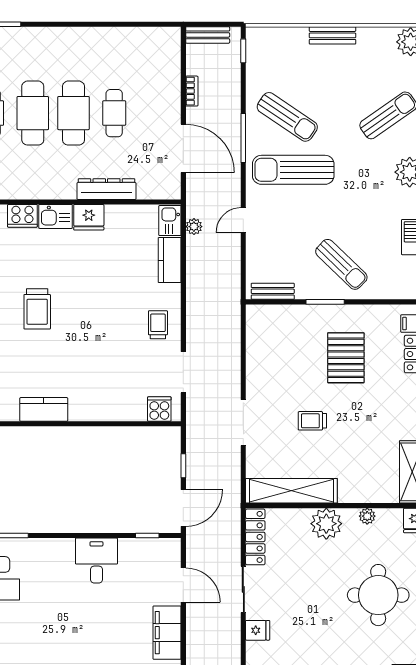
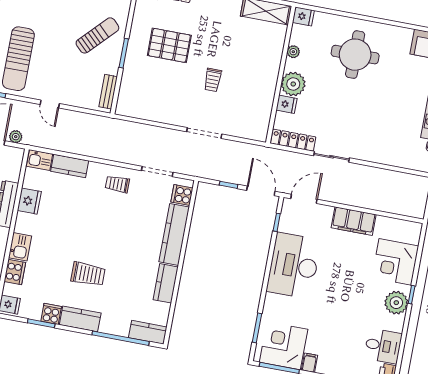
fridge: (89, 217) -> (29, 201), moved
plant: (194, 227) -> (16, 137), moved
kitchen counter: (108, 409) -> (174, 234), added
shelving: (291, 491) -> (263, 106), removed
desk: (96, 561) -> (294, 266), width x1.87, depth x1.30
door: (183, 585) -> (304, 199), moved
fridge: (258, 630) -> (286, 104), moved, turned 90

